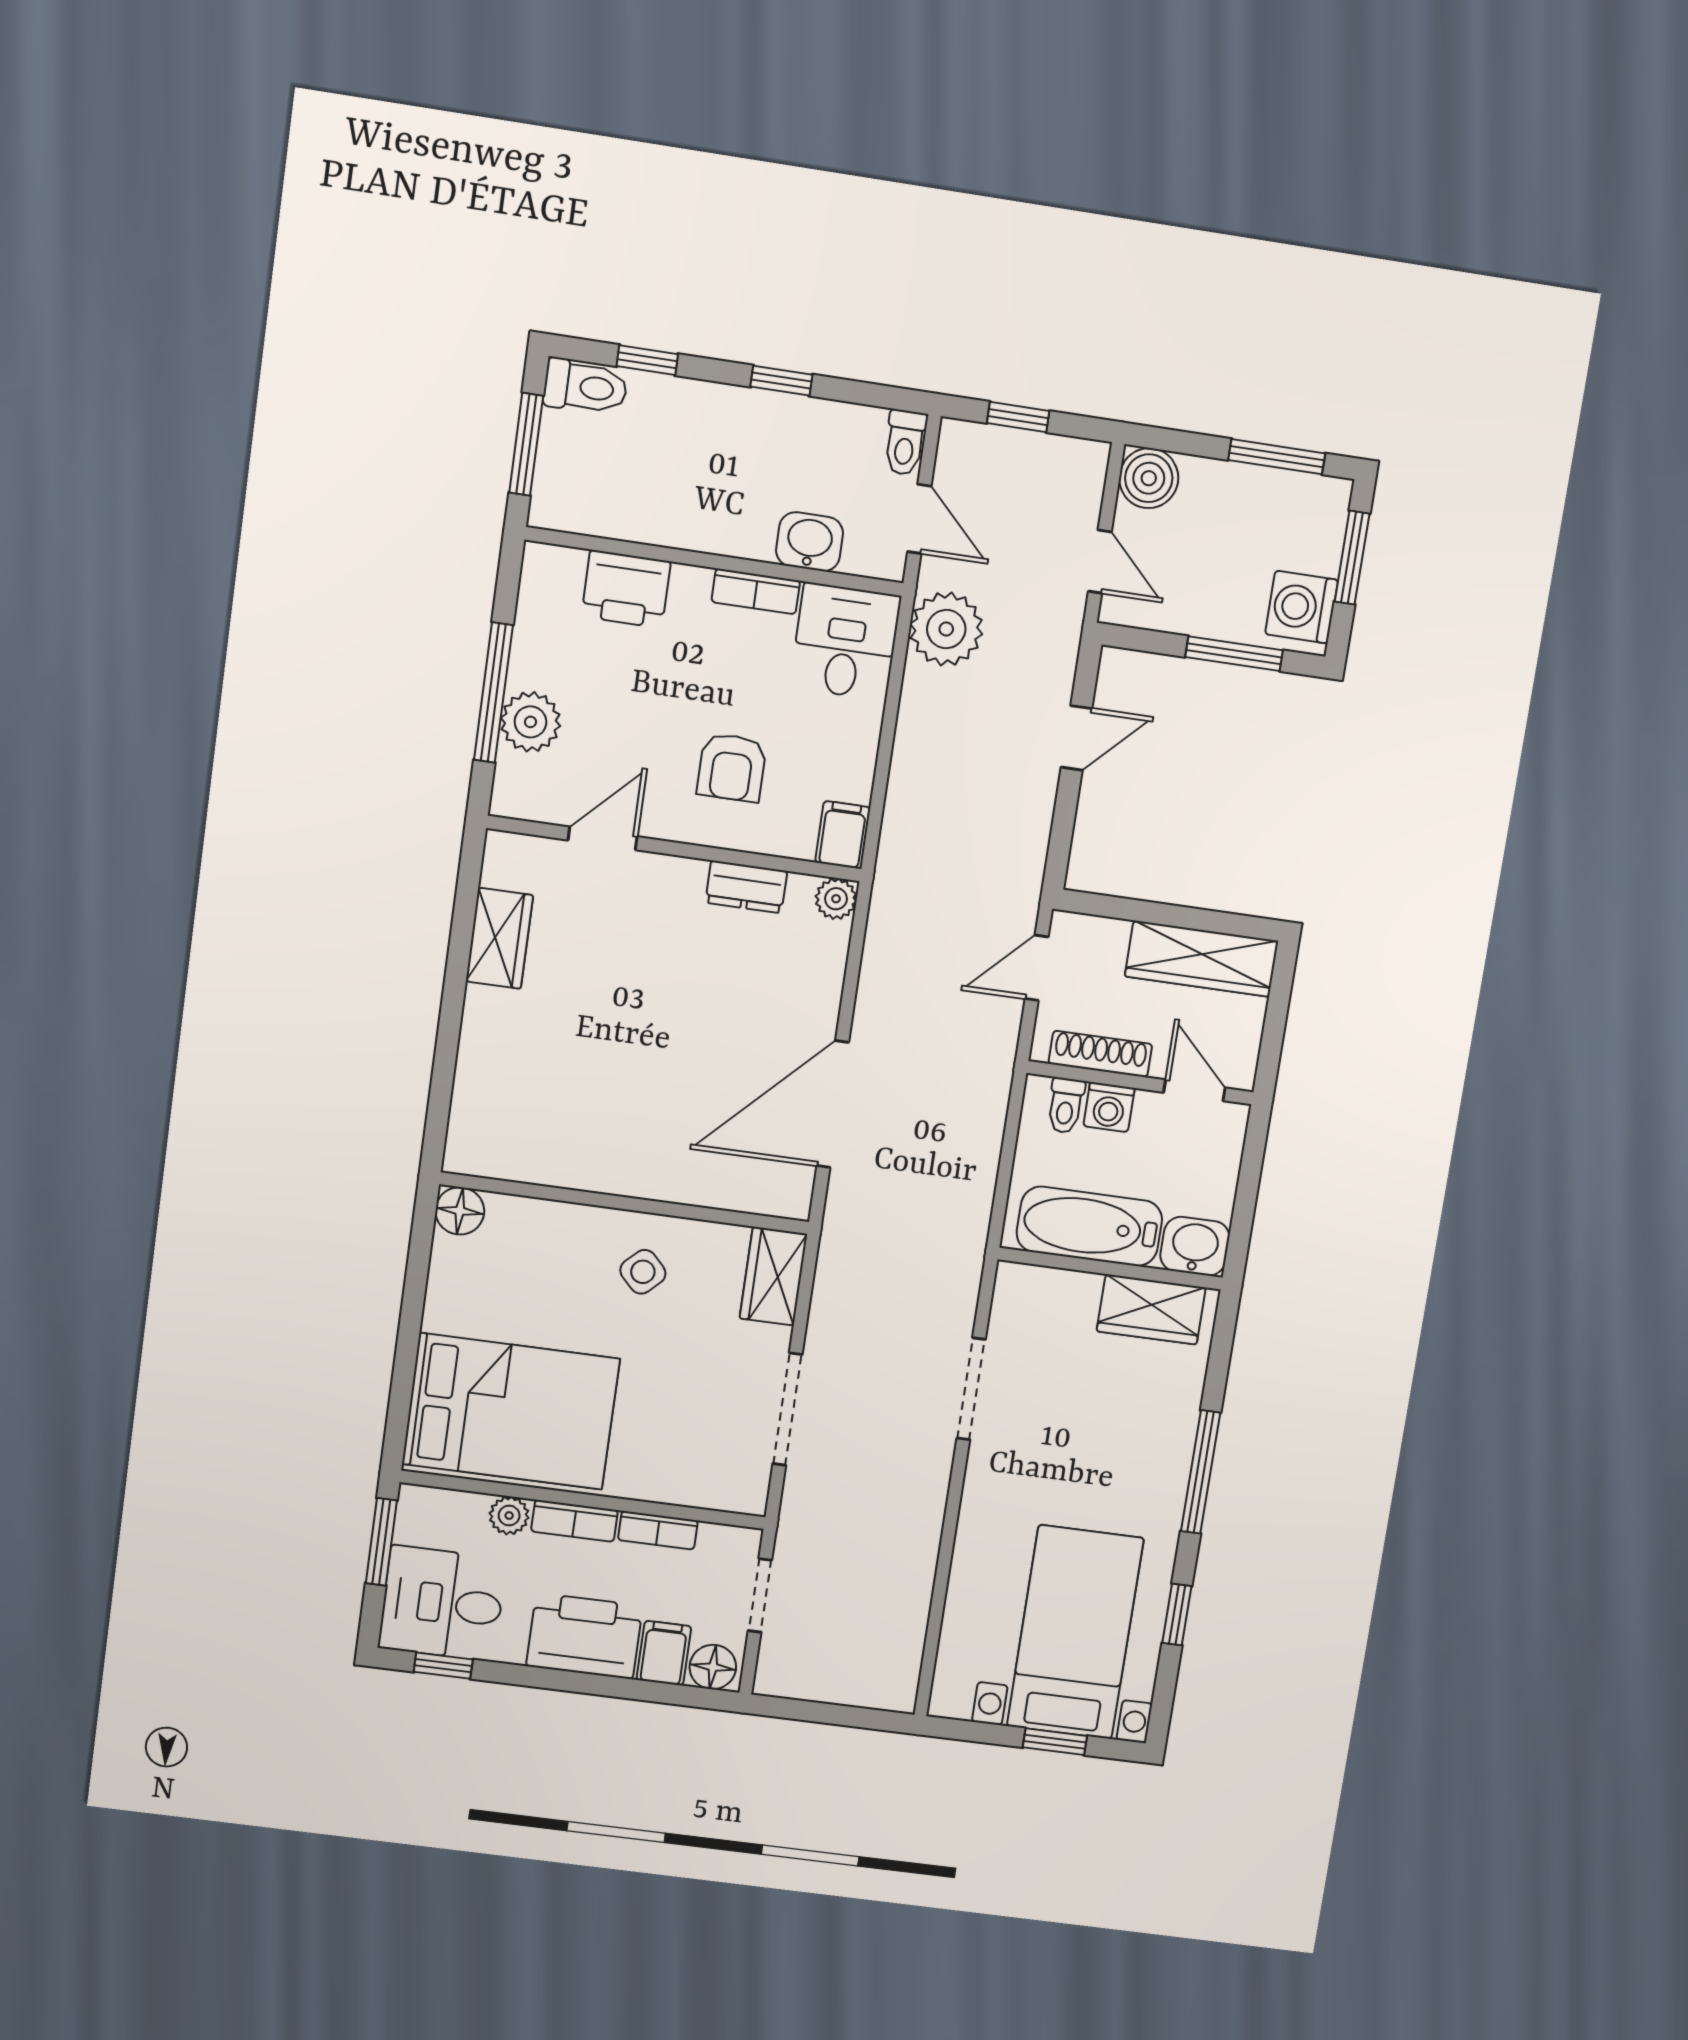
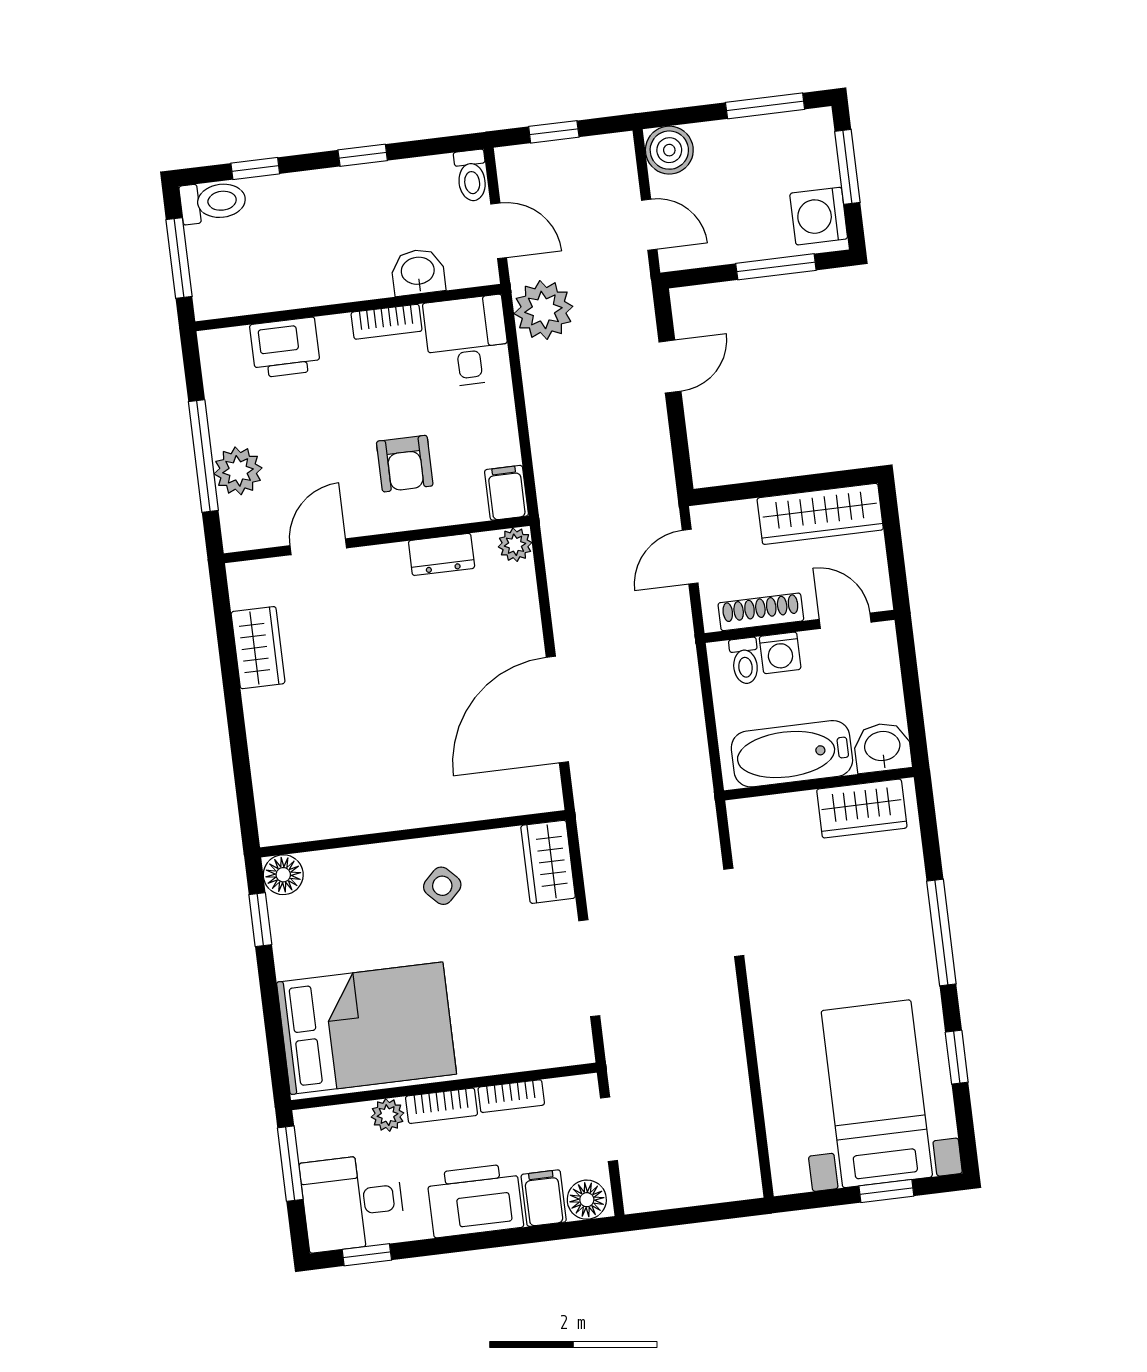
window: (419, 1256) -> (260, 920), added

